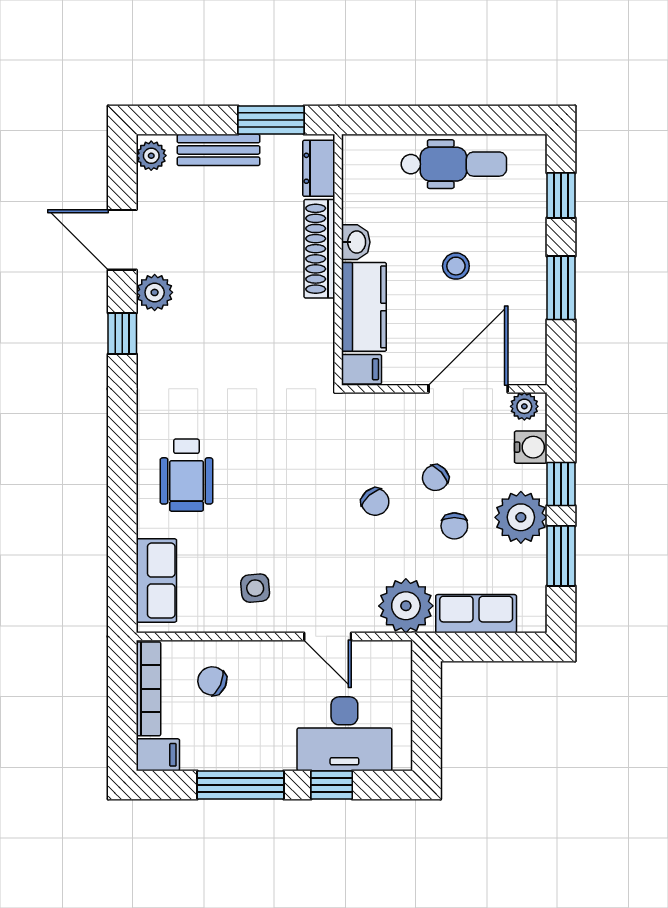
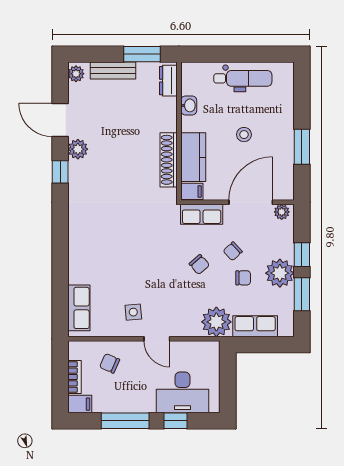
window: (561, 195) -> (302, 96), removed
washbasin: (356, 242) -> (189, 105), moved
shoe rack: (319, 249) -> (169, 160), moved
row of seats: (379, 411) -> (202, 214), added
water cooler: (531, 447) -> (285, 234), removed
wheelchair: (186, 475) -> (95, 250), removed
chair: (454, 526) -> (243, 278), turned -90
door: (328, 636) -> (157, 339), moved
bookcase: (149, 689) -> (75, 377), width x0.64

